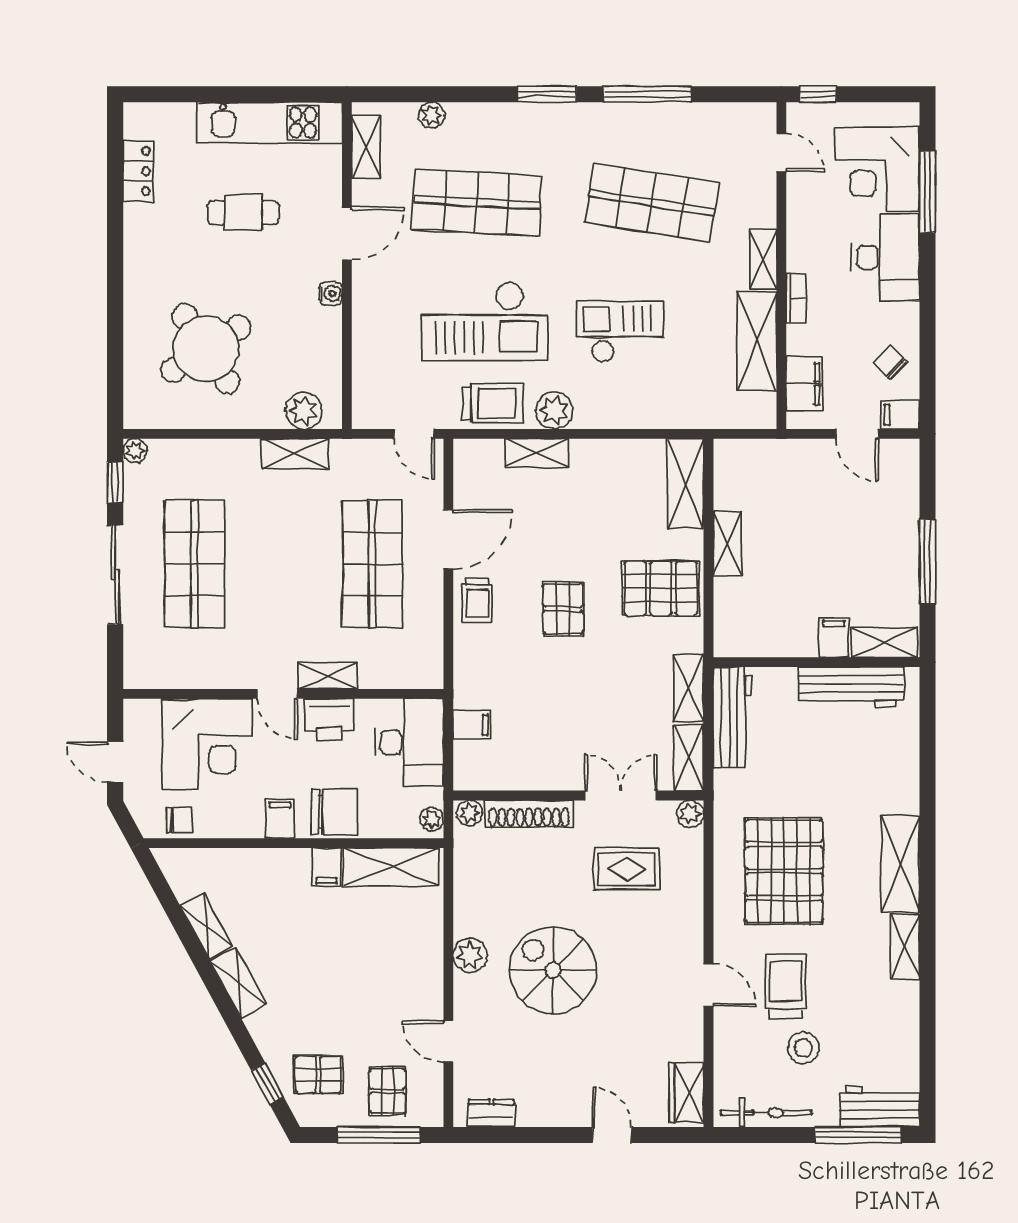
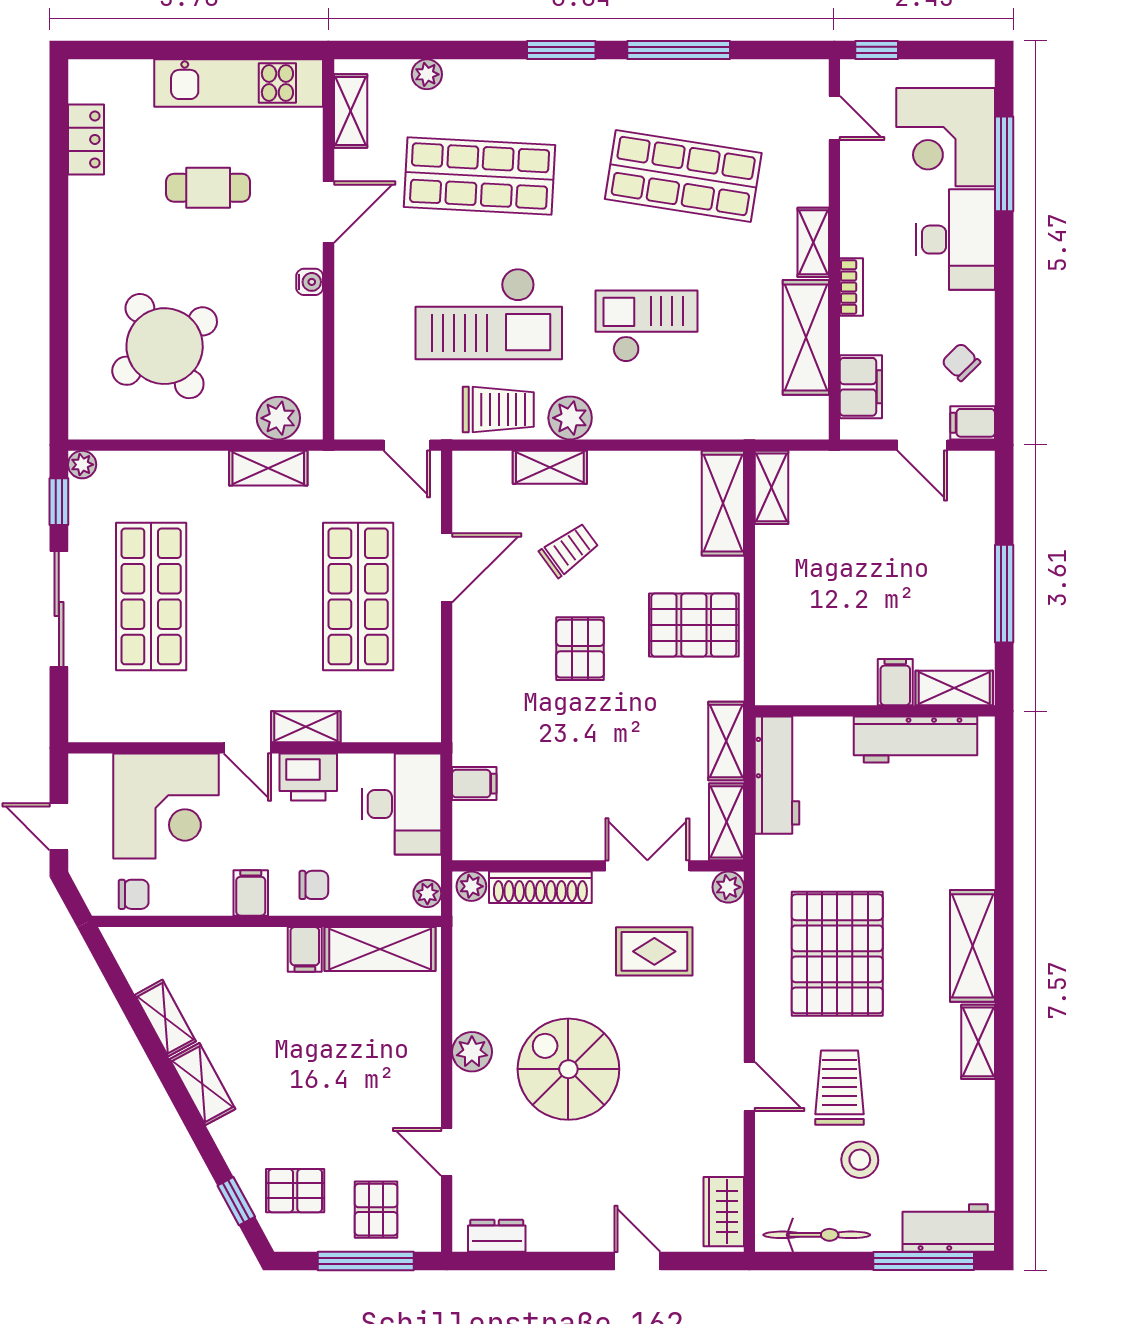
shelving: (727, 544) -> (771, 487), moved
trolley: (477, 600) -> (569, 550), moved, turned -126
chair: (334, 812) -> (314, 885), width x0.54, depth x0.54

